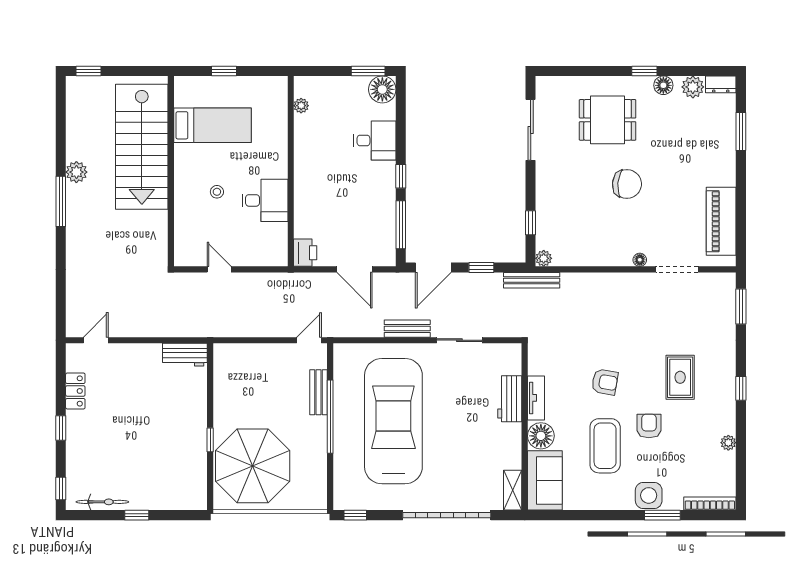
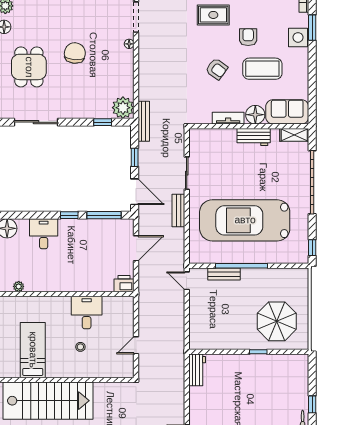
plant: (544, 258) -> (123, 108), width x1.88, depth x1.88
armchair: (605, 382) -> (217, 69), turned 116
workbench: (510, 399) -> (254, 137), moved
armchair: (649, 426) -> (248, 37), turned 90
parasol: (253, 466) -> (277, 321), width x0.73, depth x0.73

